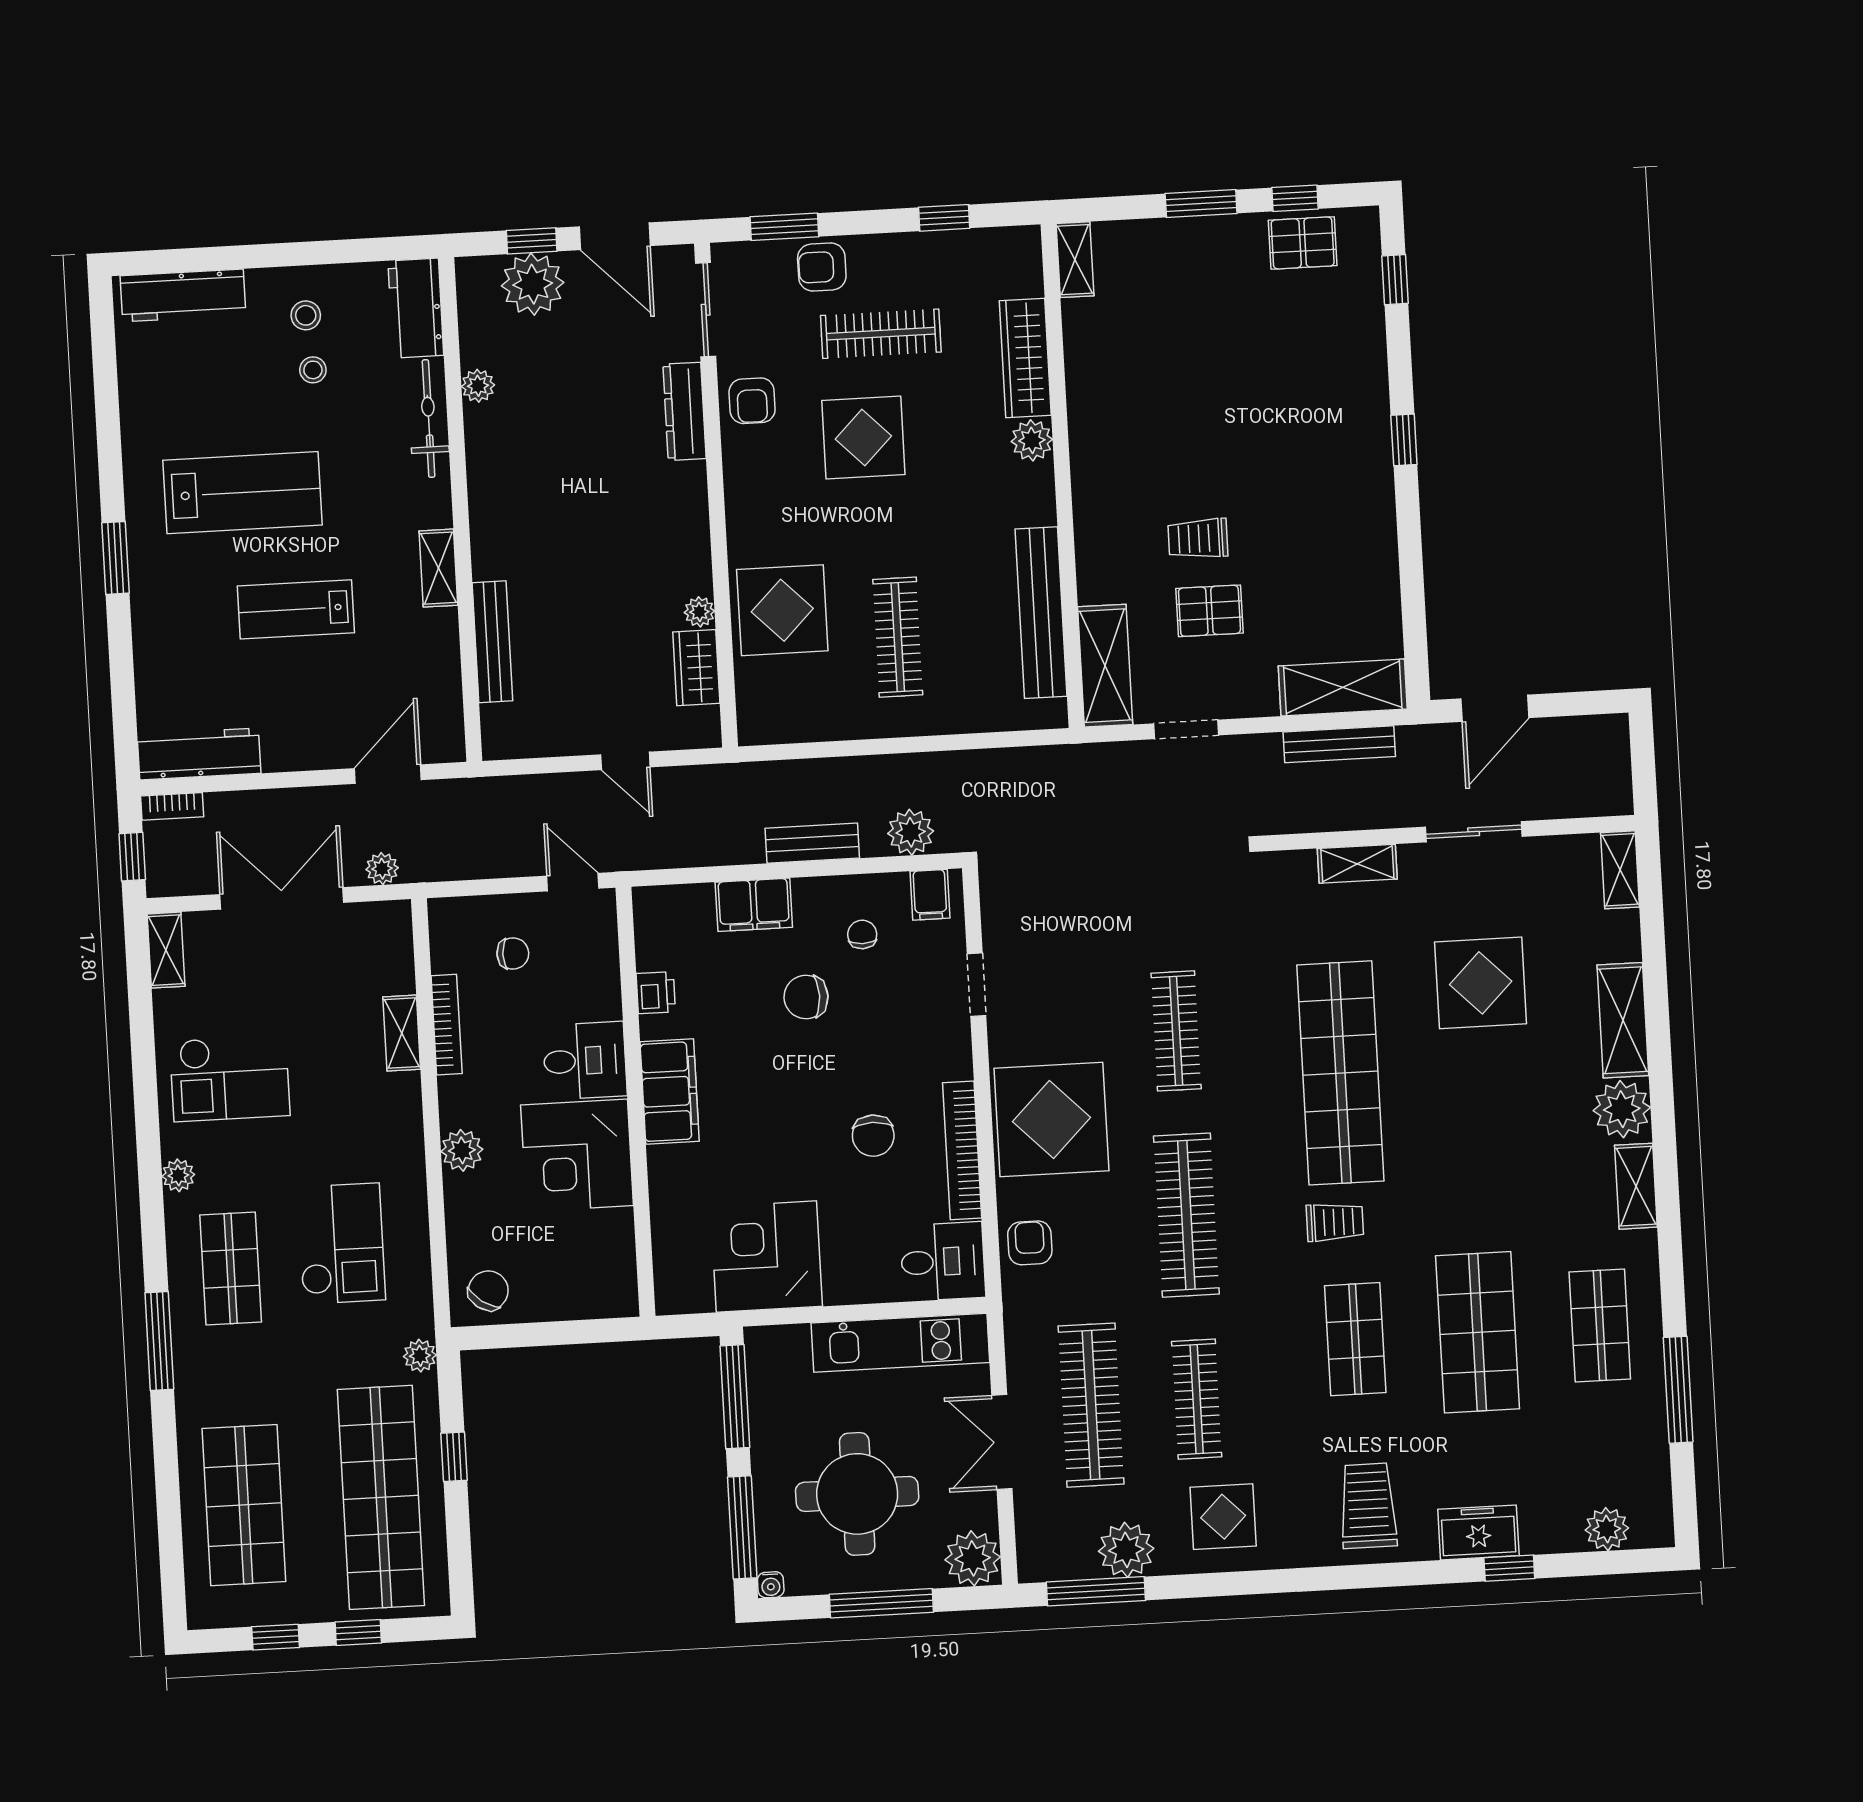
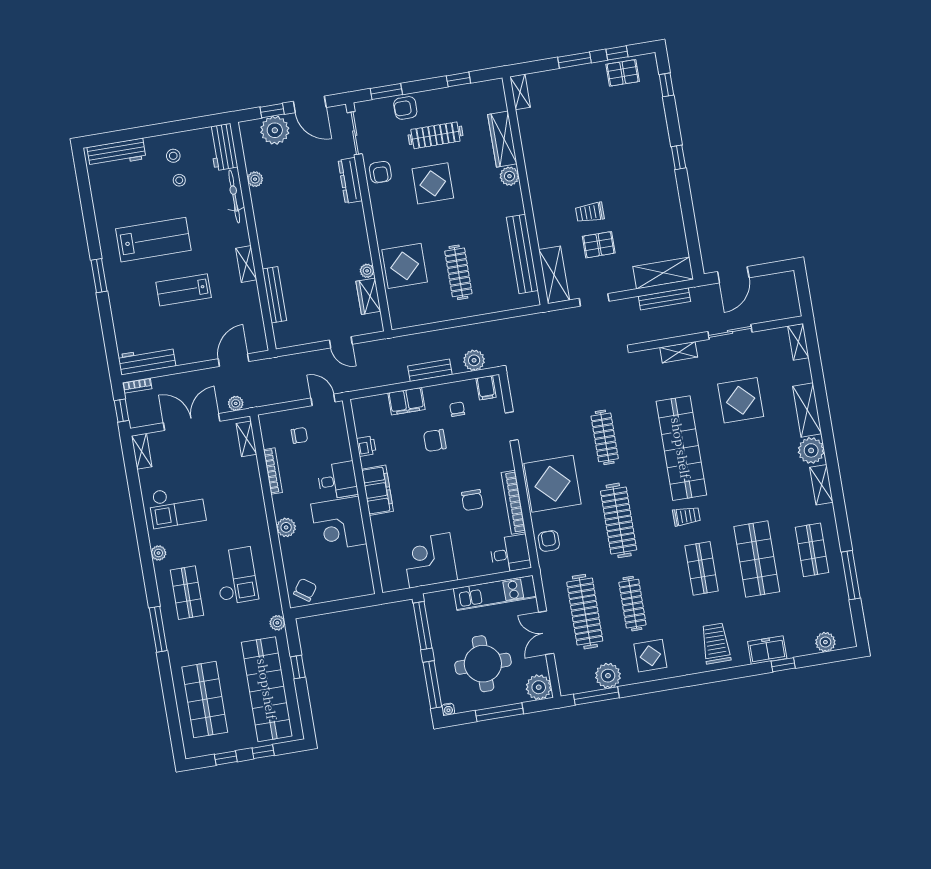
shelving: (402, 1033) -> (246, 439), moved

